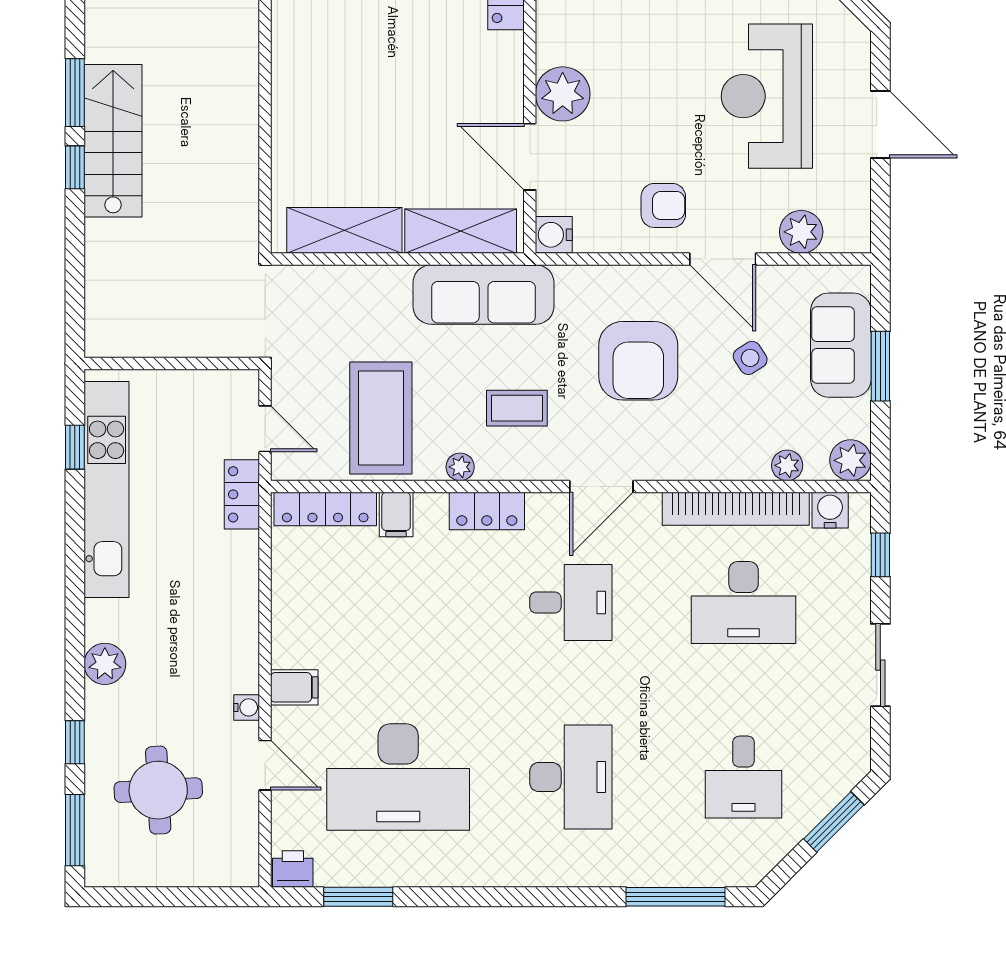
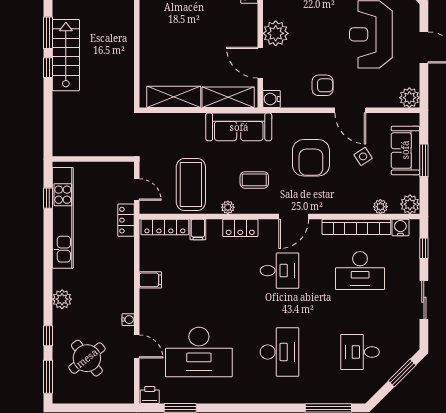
plant: (801, 232) -> (409, 98), moved
filing cabinet: (294, 687) -> (150, 280), moved
desk: (744, 777) -> (360, 352), turned 90
round table: (158, 790) -> (87, 358), turned -35

